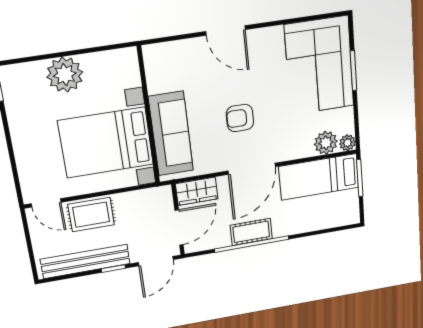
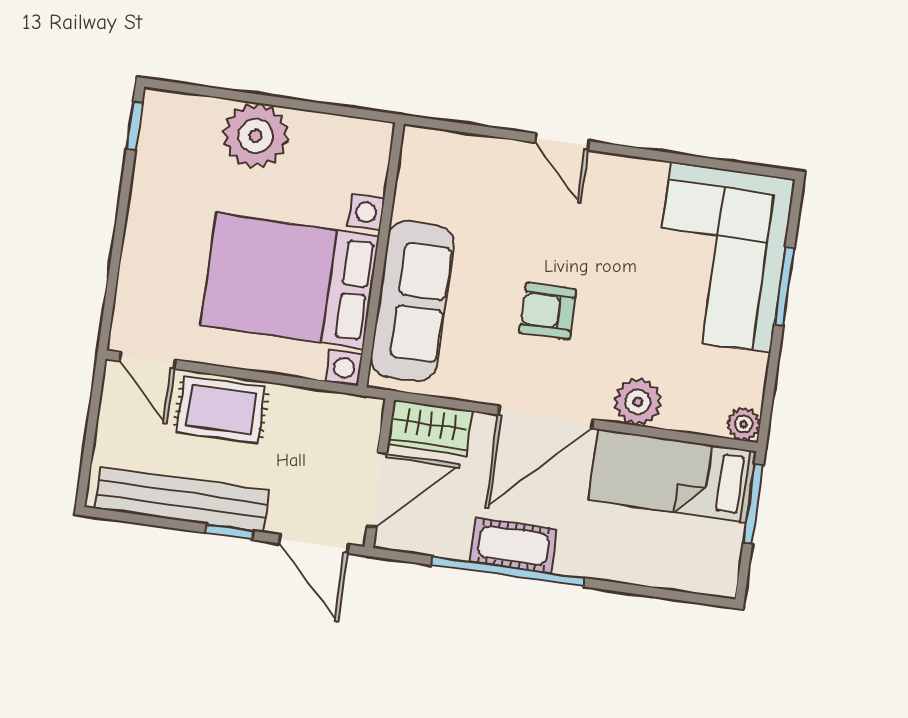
door: (226, 31) -> (562, 142), width x0.73
plant: (326, 143) -> (638, 402), moved
door: (156, 261) -> (314, 544), hinge flipped

